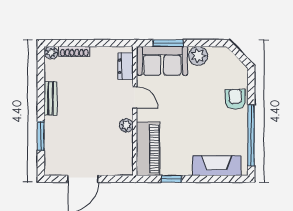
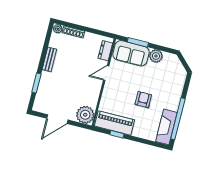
door: (135, 97) -> (106, 73), swing flipped
armchair: (235, 99) -> (143, 100), moved
plant: (126, 125) -> (85, 115), moved, width x1.87, depth x1.87
piano: (148, 149) -> (115, 123), moved, turned -90
fireplace: (217, 166) -> (166, 127), moved, turned -90

